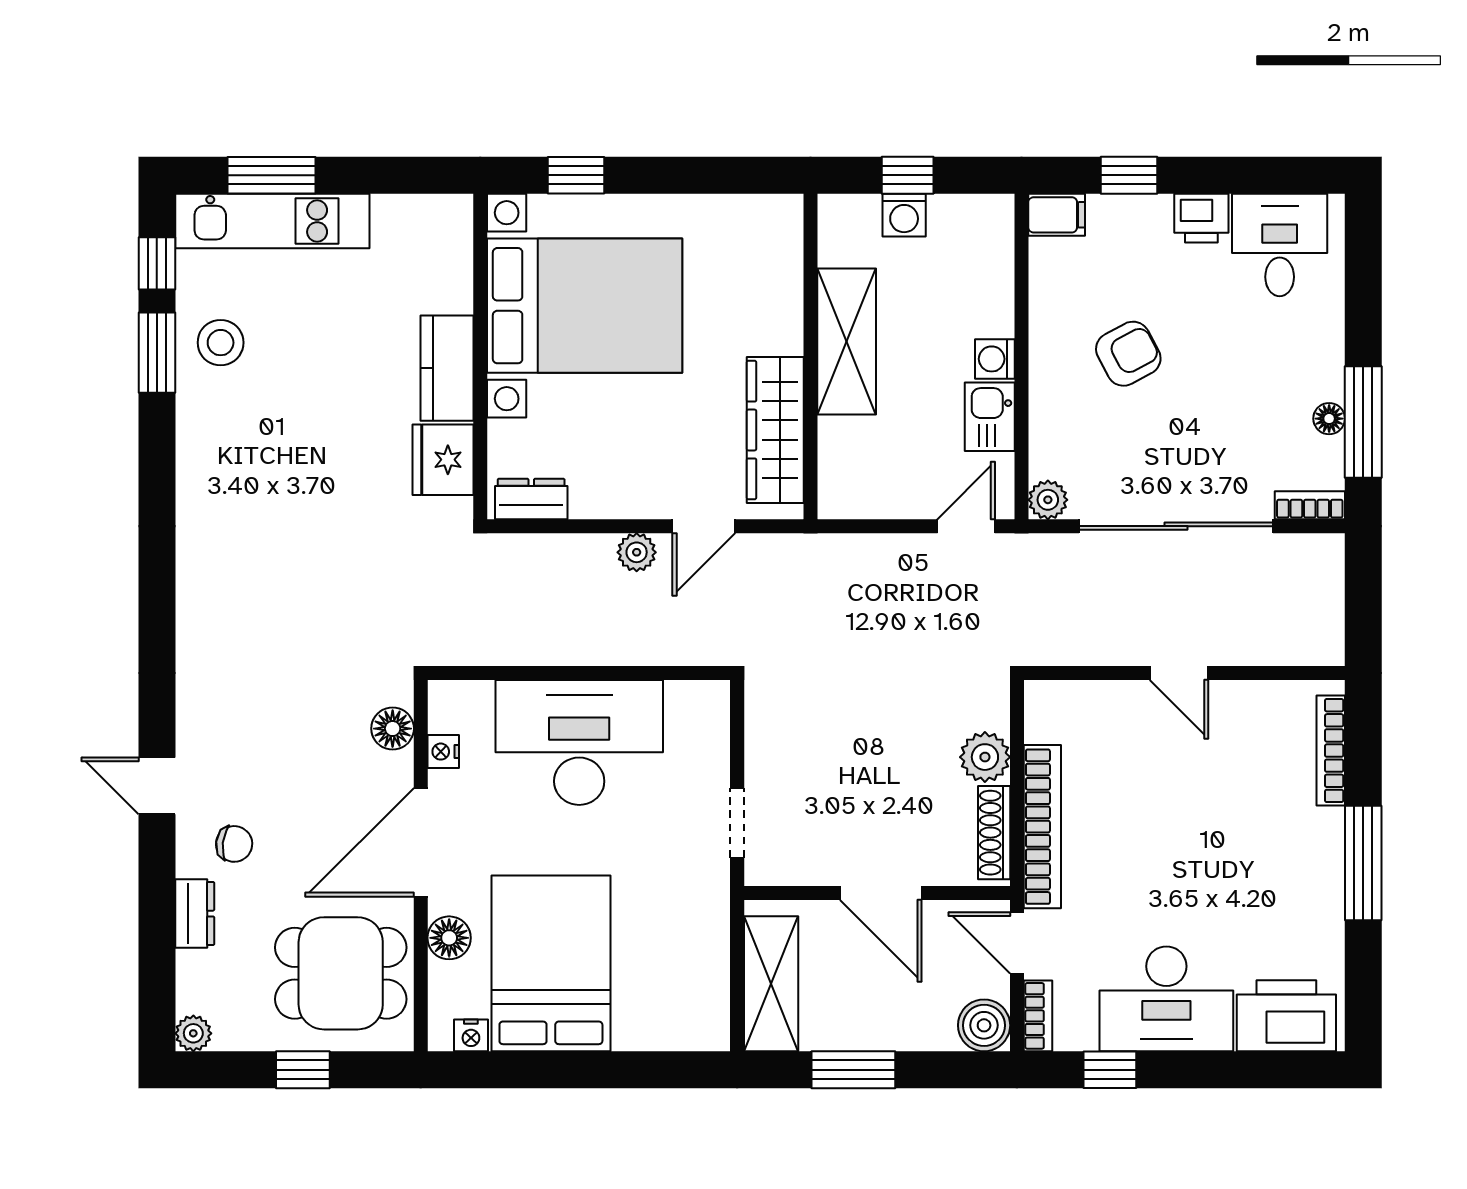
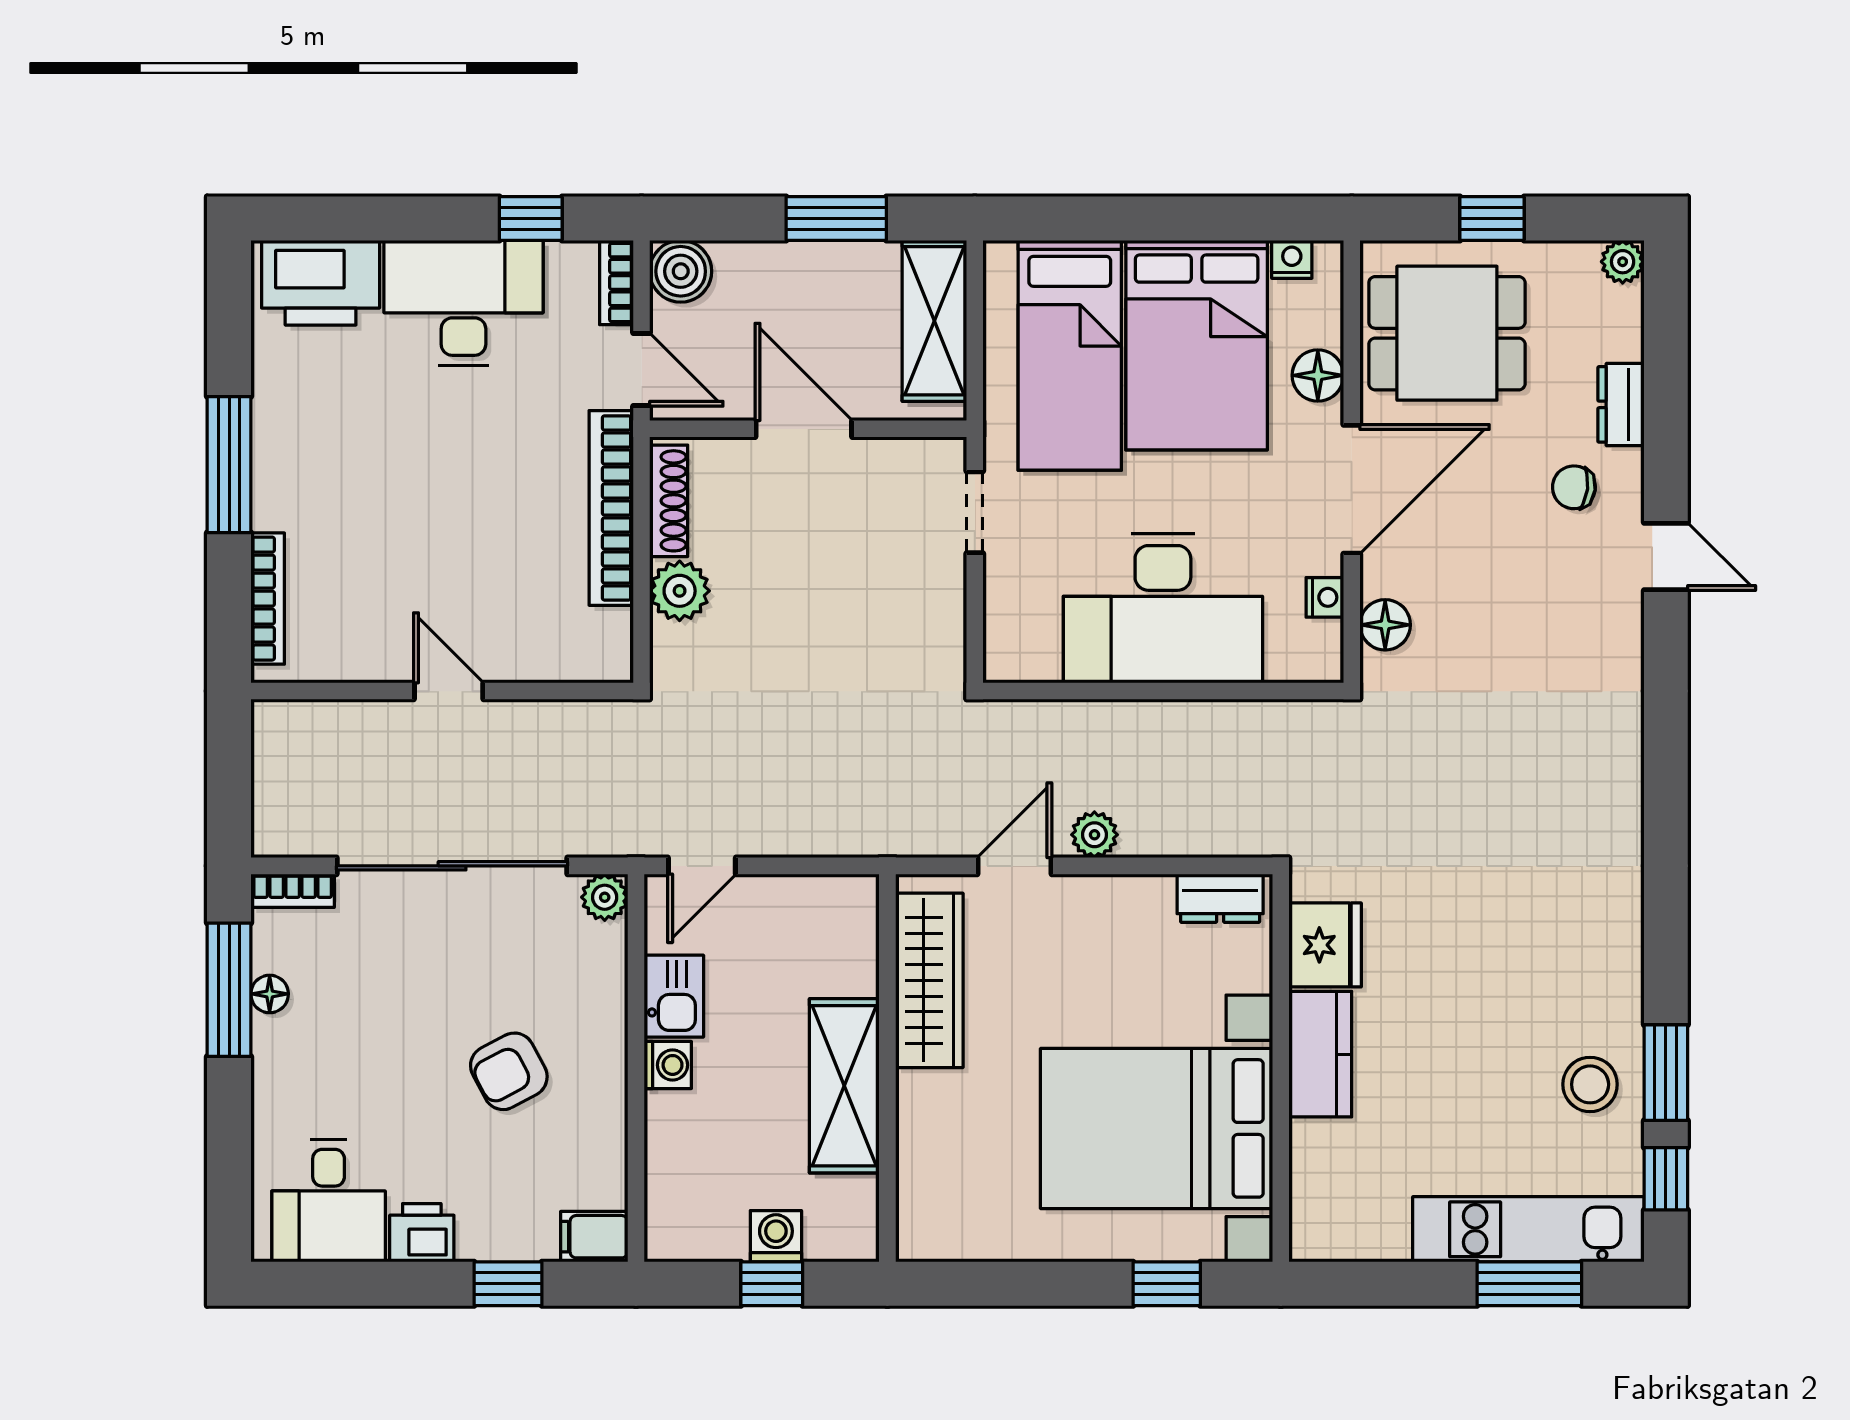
bed: (657, 955) -> (1070, 355), added

